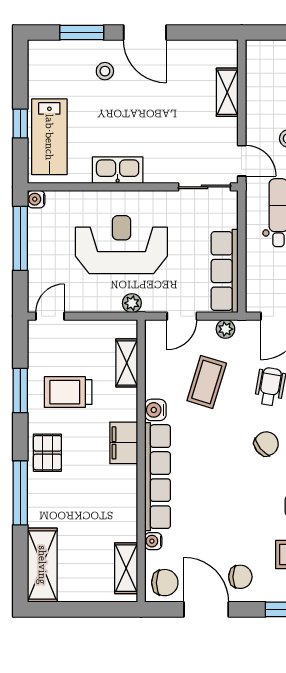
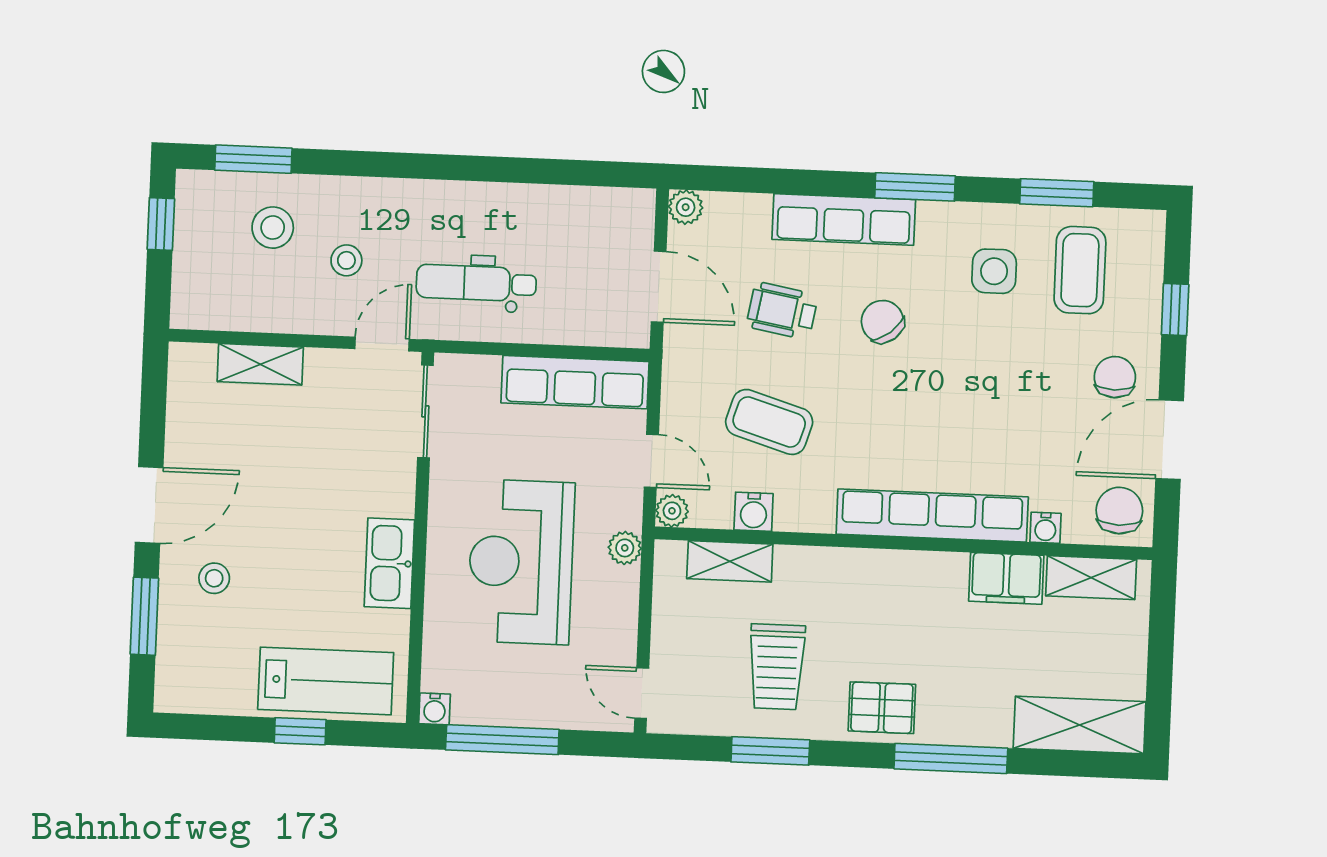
plant: (225, 329) -> (672, 511), moved
water cooler: (155, 410) -> (754, 512), moved
filing cabinet: (124, 443) -> (1006, 578), moved

